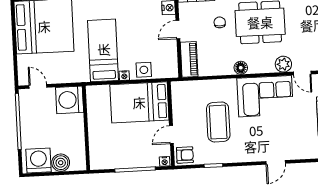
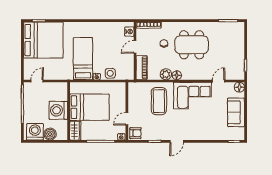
plant: (283, 64) -> (166, 74), moved
door: (302, 73) -> (219, 81), swing flipped
door: (38, 86) -> (37, 81), hinge flipped
washing machine: (70, 100) -> (58, 110), moved
bed: (139, 102) -> (89, 107), moved, turned 180
coffee table: (218, 122) -> (159, 101), moved
wardrobe: (97, 156) -> (75, 131), added
door: (276, 162) -> (177, 141), moved

